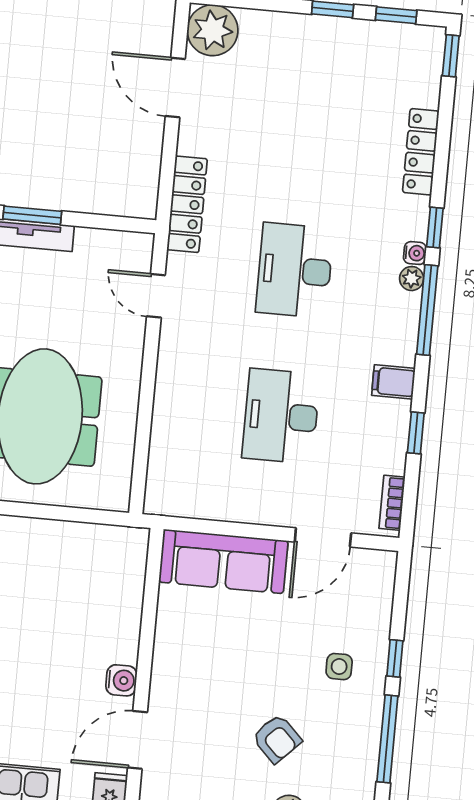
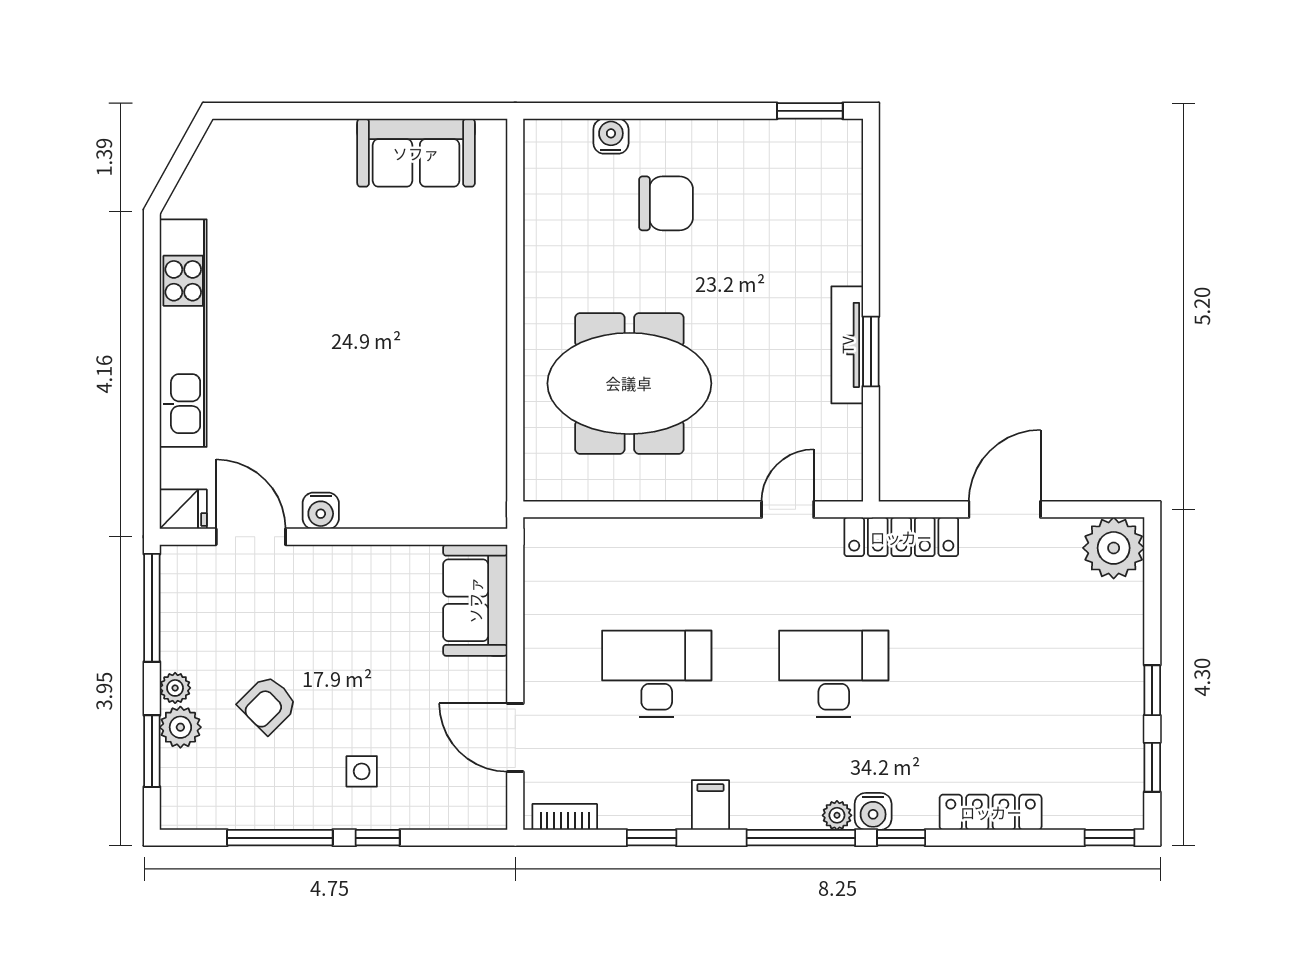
door: (175, 87) -> (1005, 509), moved
water cooler: (415, 253) -> (873, 811), width x1.38, depth x1.38
sofa: (223, 561) -> (475, 600), width x0.73

